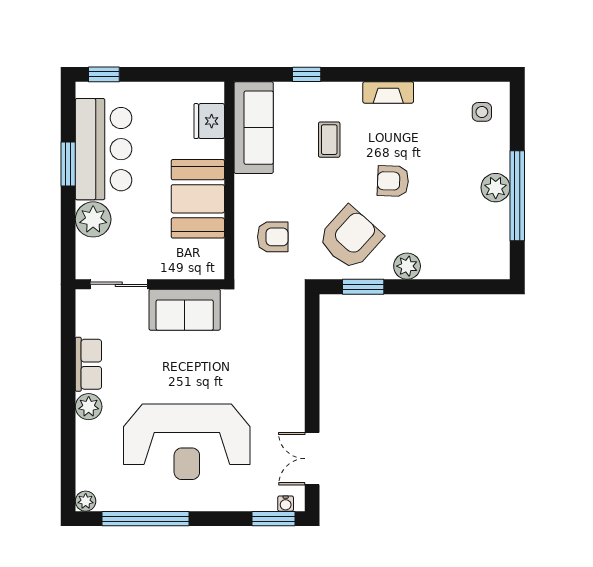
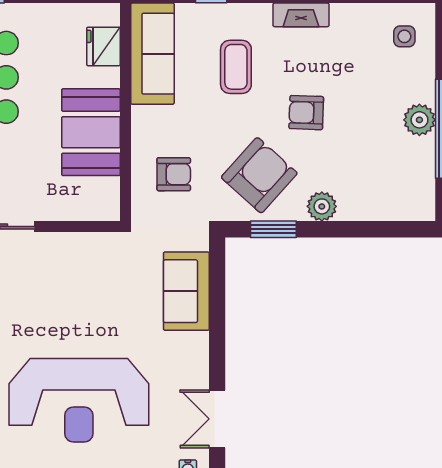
coffee table: (329, 140) -> (236, 67), width x1.36, depth x1.30
sofa: (185, 310) -> (186, 291), moved, turned 90

